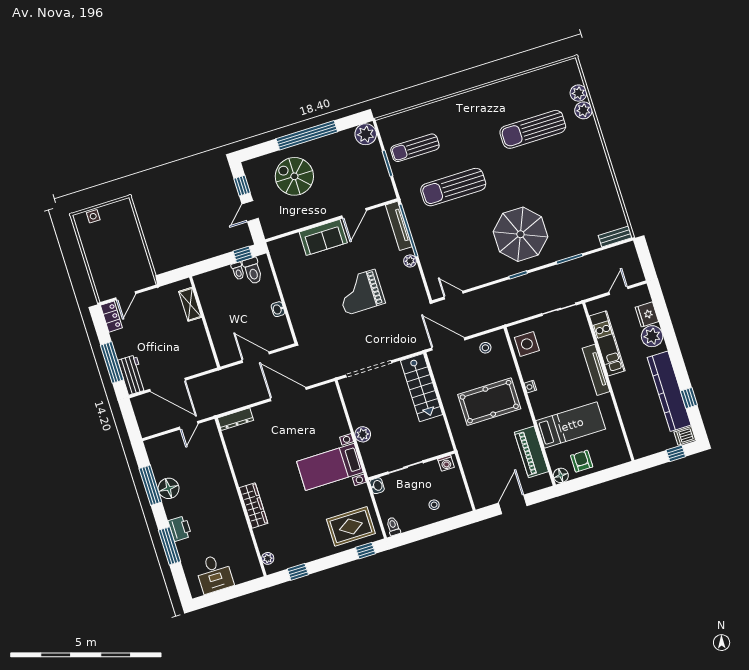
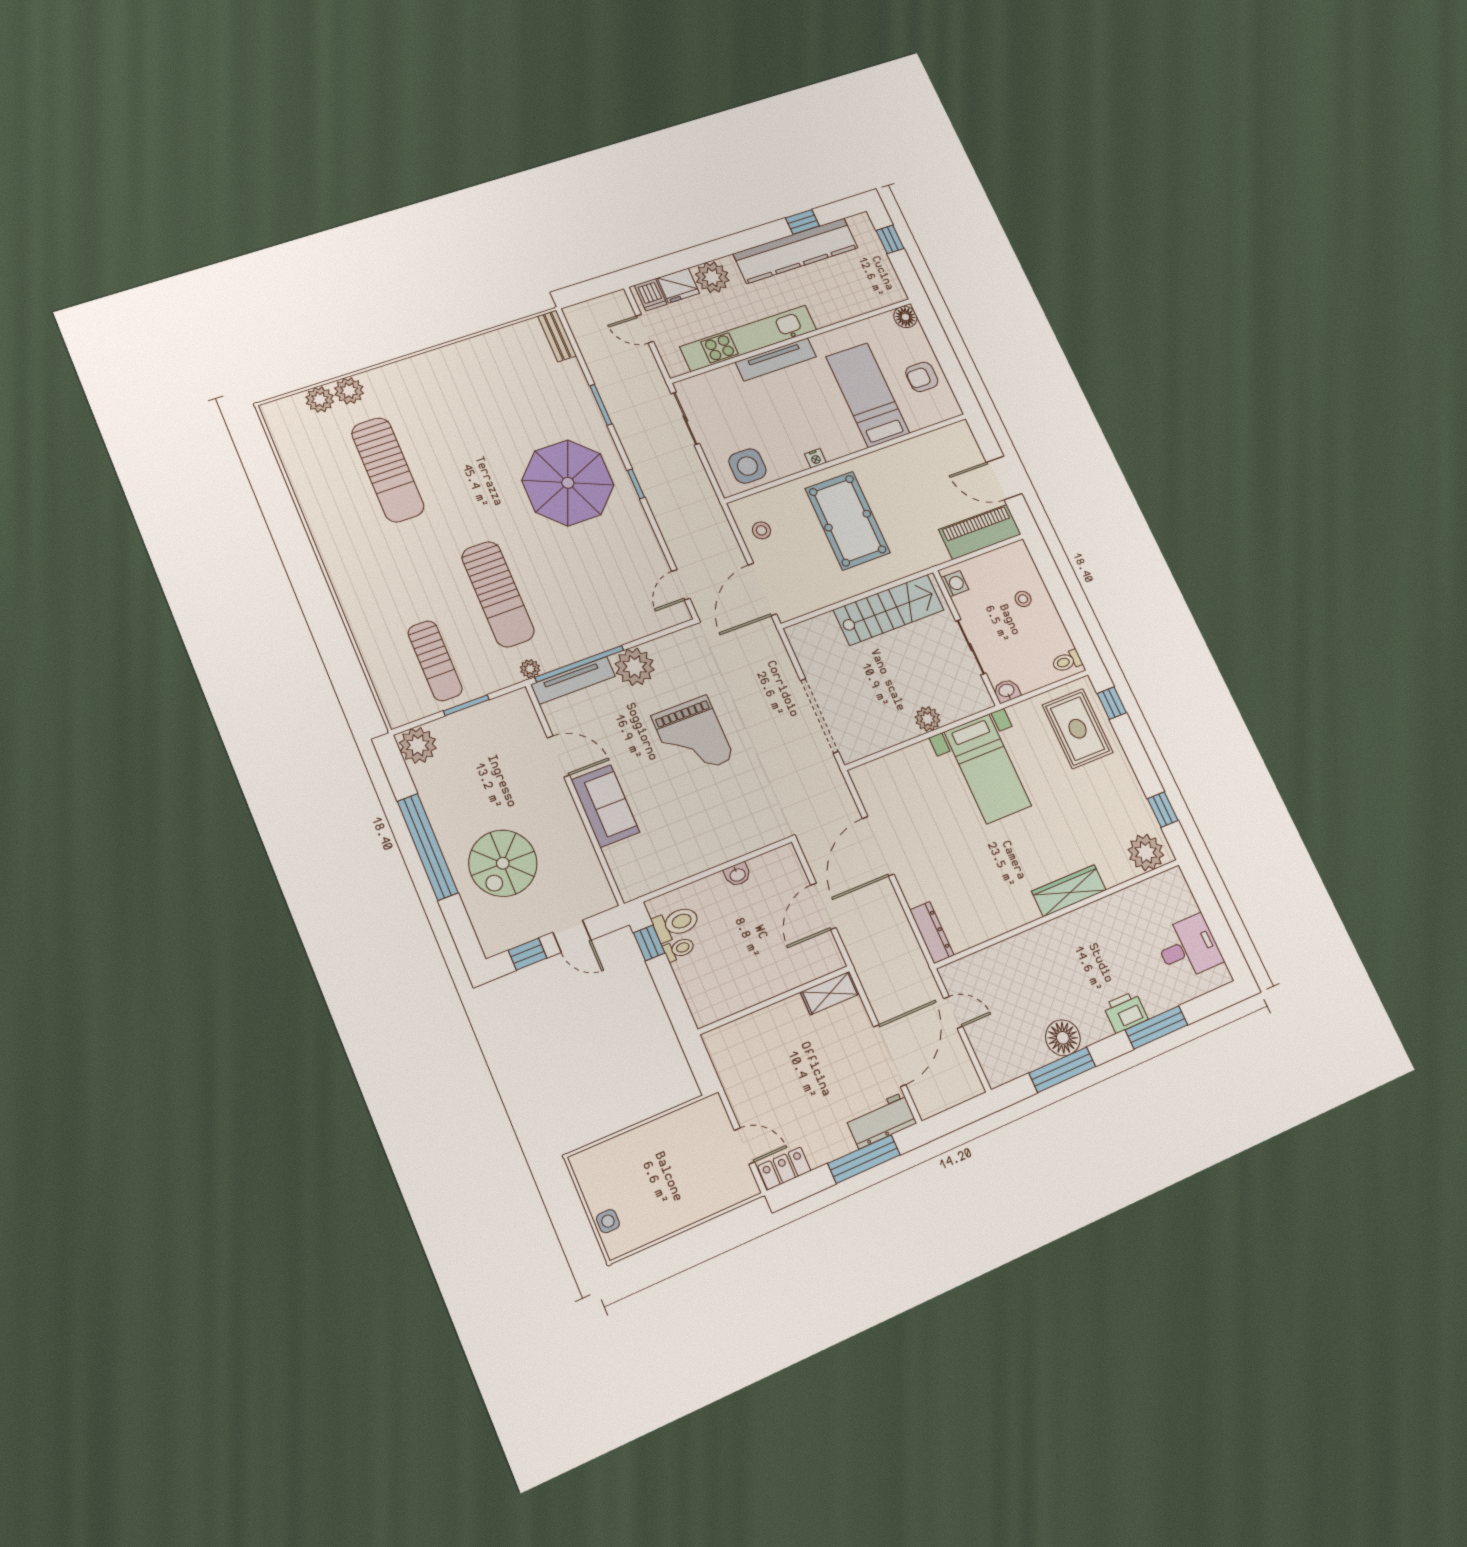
plant: (407, 202) -> (530, 669), added
plant: (410, 261) -> (635, 667), width x1.87, depth x1.87
shelving: (190, 304) -> (830, 993), moved
kitchen unit: (607, 343) -> (749, 338), width x1.36
stairs: (421, 388) -> (889, 610), moved
dishwasher: (685, 436) -> (651, 295), moved
piano: (531, 452) -> (980, 532), moved, turned 180
floor lamp: (561, 475) -> (905, 317), moved
plant: (268, 558) -> (1146, 852), width x1.88, depth x1.88

